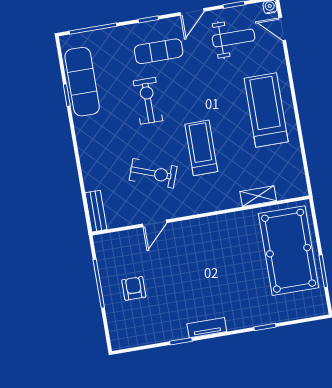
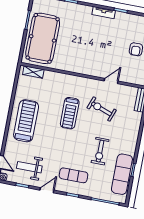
exercise bike: (148, 101) -> (100, 151), moved
treadmill: (266, 110) -> (26, 121), turned 180
shelving: (258, 196) -> (33, 72), moved

